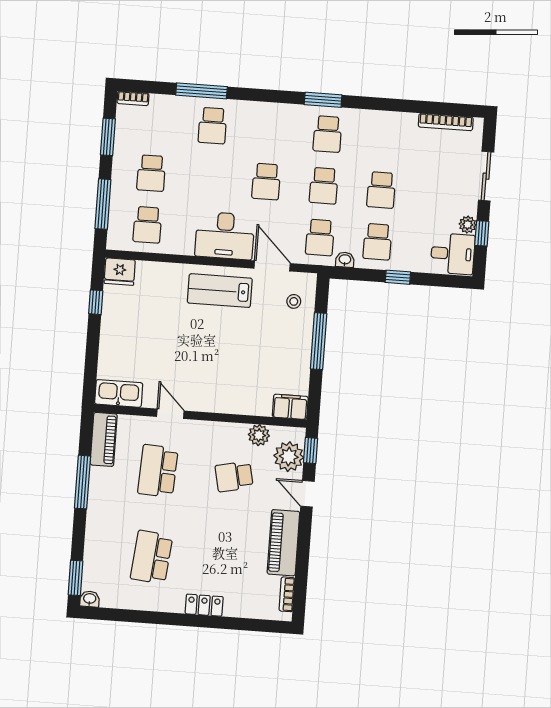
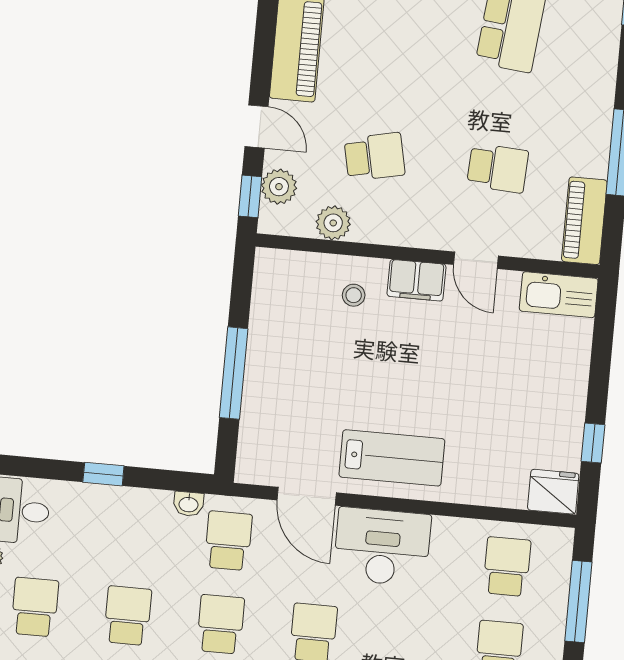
school desk: (377, 242) -> (35, 607), moved
stool: (294, 301) -> (354, 295), moved
filing cabinet: (290, 407) -> (416, 280), moved
plant: (289, 457) -> (279, 187), width x0.73, depth x0.73
school desk: (158, 471) -> (498, 168), width x0.54

